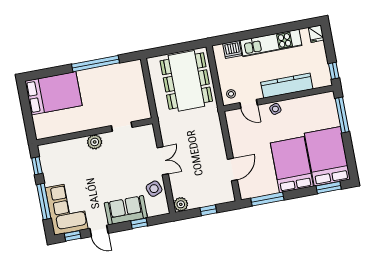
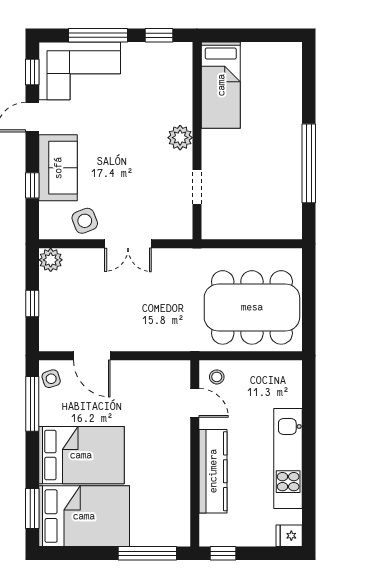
dishwasher: (232, 50) -> (289, 393), removed
bed: (54, 93) -> (221, 85), moved, width x0.67
door: (249, 104) -> (195, 403), swing flipped
side table: (275, 109) -> (51, 379), moved

